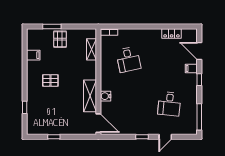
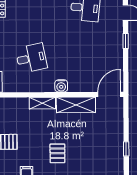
shelving: (92, 49) -> (42, 103), moved
water cooler: (106, 96) -> (61, 86), moved

